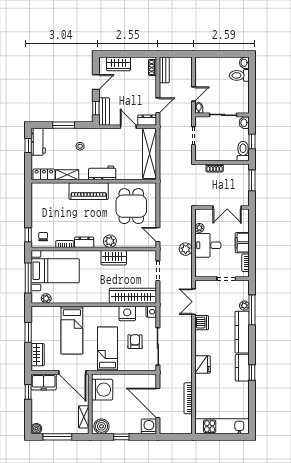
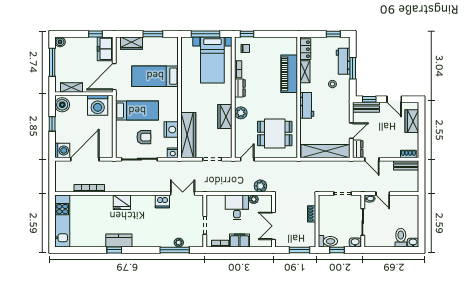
workbench: (38, 142) -> (343, 61), moved, turned 90
piano: (89, 191) -> (289, 74), moved
plant: (186, 249) -> (260, 186), moved
plant: (46, 298) -> (186, 51), removed
kitchen counter: (242, 332) -> (153, 240), removed

